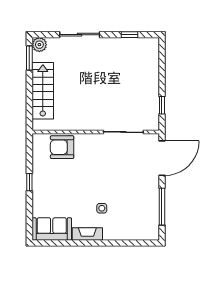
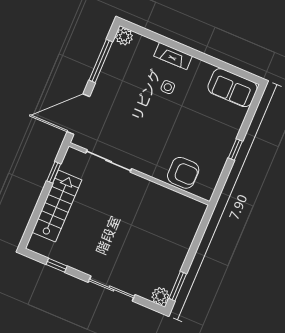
stairs: (43, 91) -> (57, 206), moved, turned 180
plant: (152, 233) -> (124, 36), added
fireplace: (87, 234) -> (173, 56), moved

